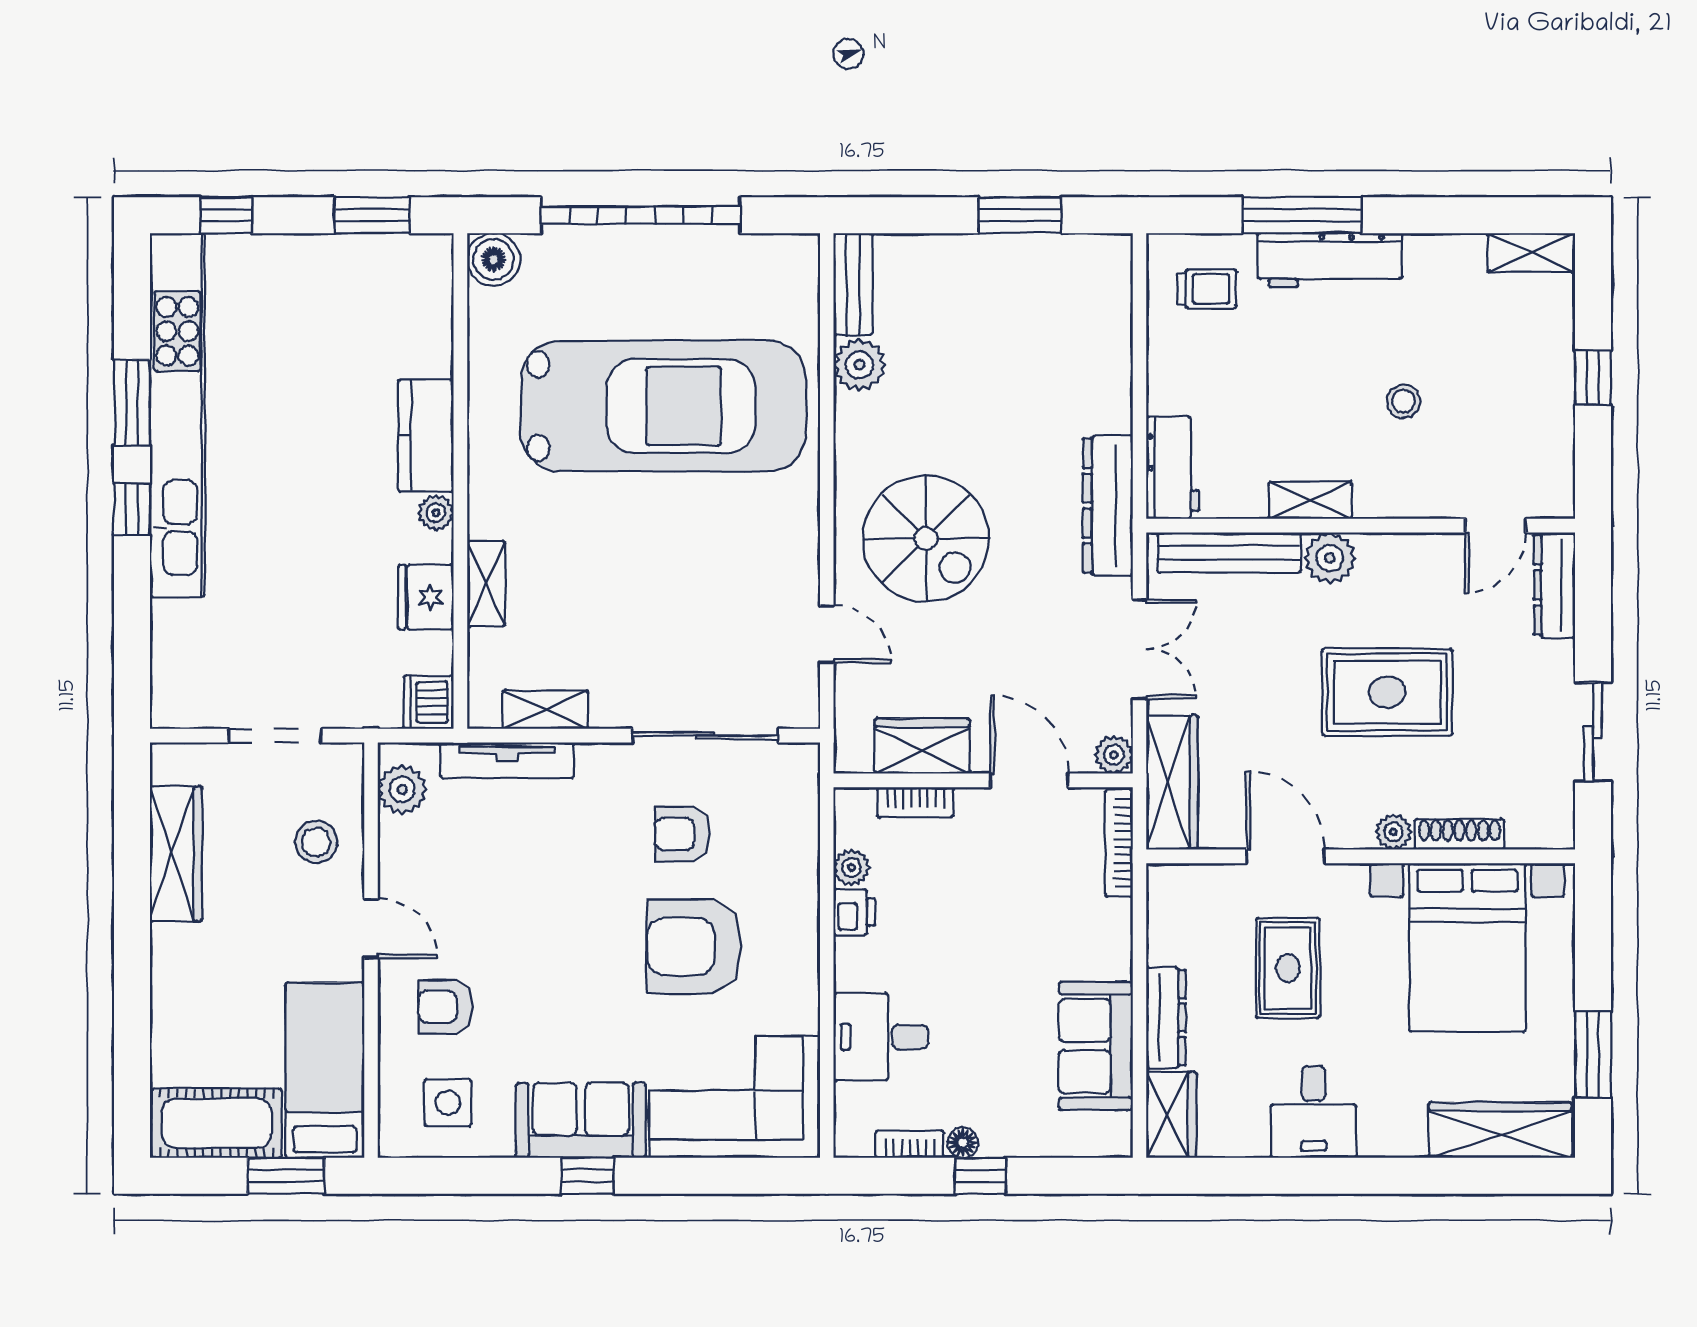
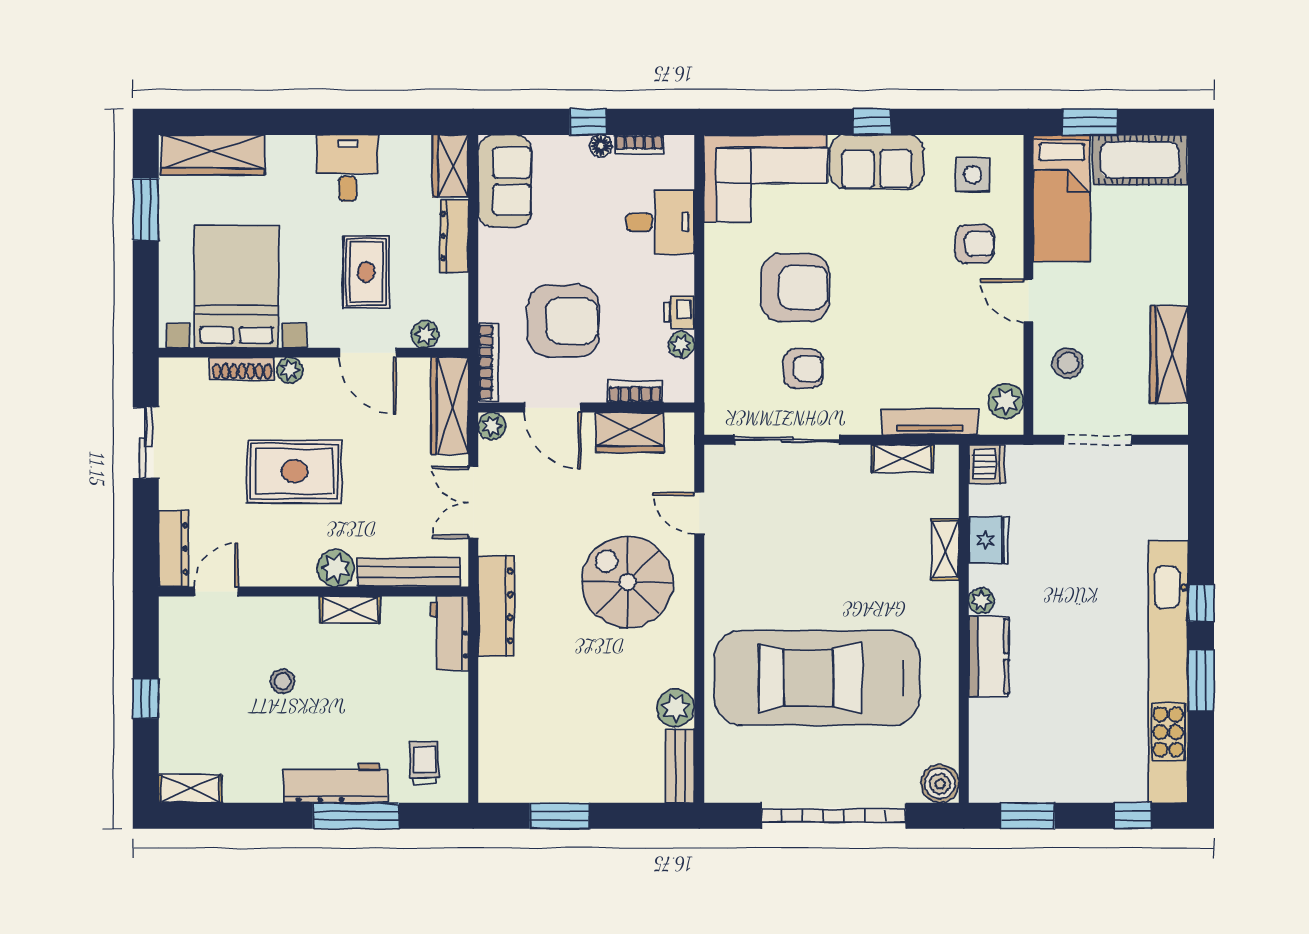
trolley: (1207, 289) -> (425, 763), turned 90
plant: (1206, 882) -> (425, 334), added
armchair: (1015, 901) -> (563, 321), added
sofa: (1096, 1046) -> (505, 181), moved

